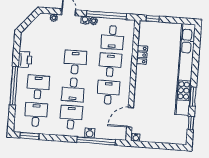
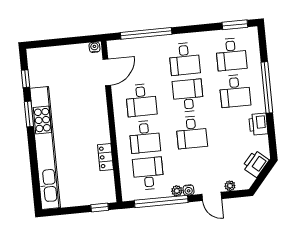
printer: (32, 31) -> (255, 164), added
water cooler: (90, 133) -> (156, 42), removed

